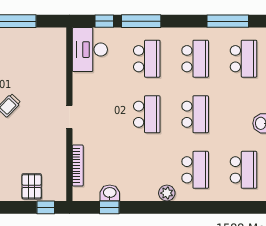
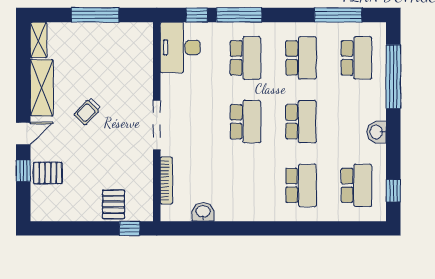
doorway: (69, 117) -> (157, 125), width x1.88
plant: (167, 193) -> (268, 212), removed
window: (109, 207) -> (202, 228), removed

